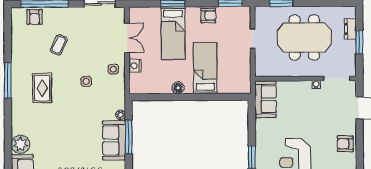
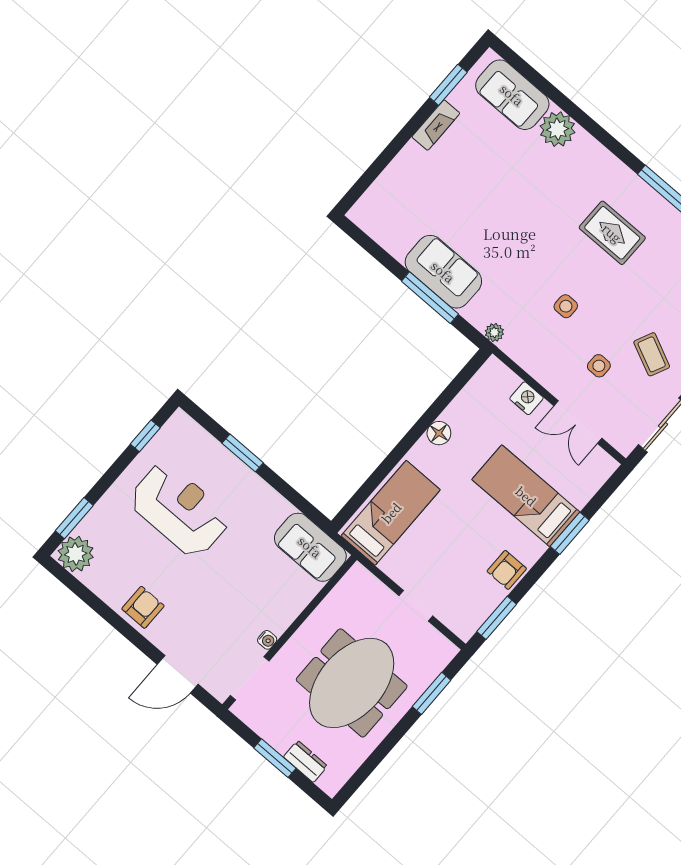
coffee table: (59, 45) -> (652, 354), moved
bed: (205, 68) -> (391, 513), moved, turned -90
side table: (113, 69) -> (599, 366), moved
plant: (121, 115) -> (494, 332), moved

